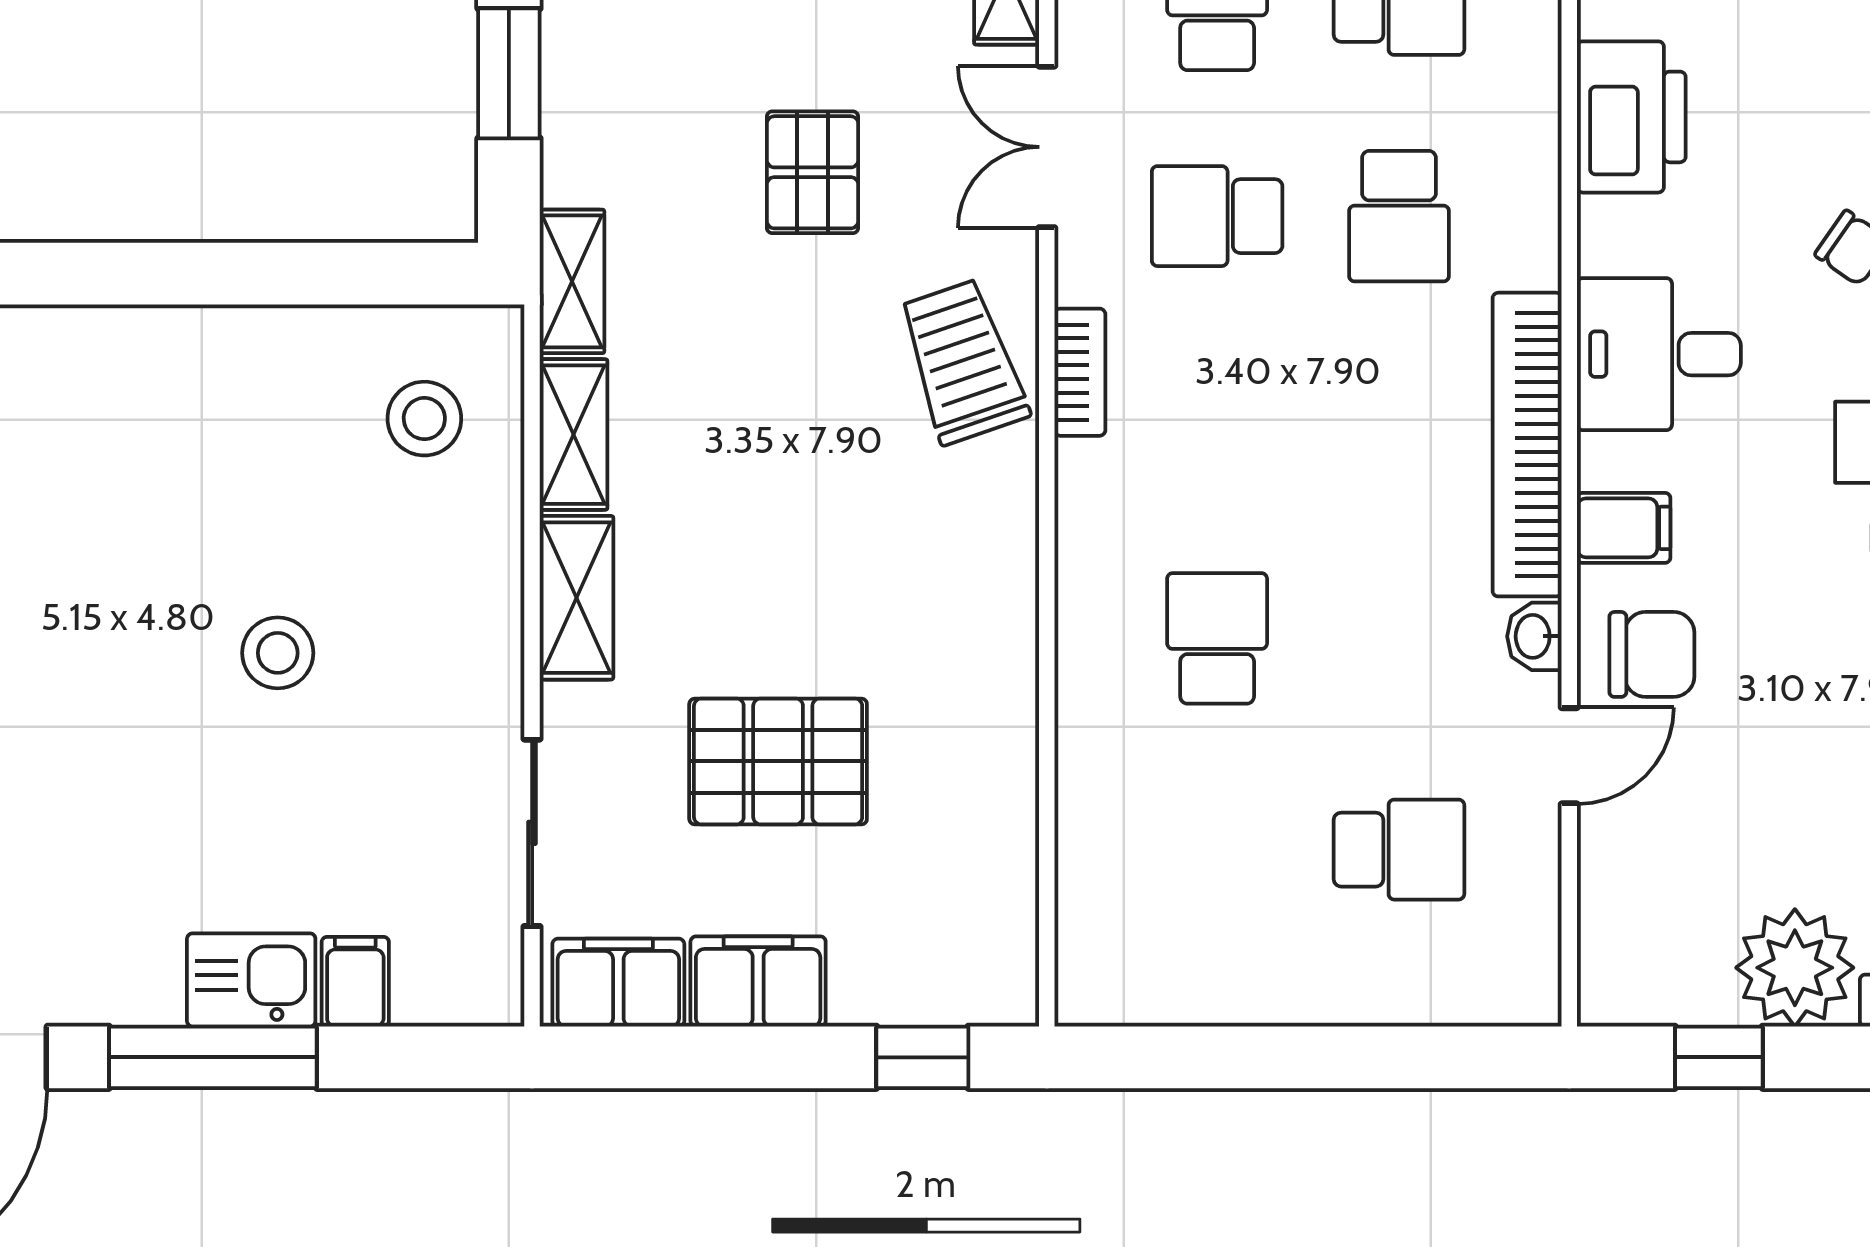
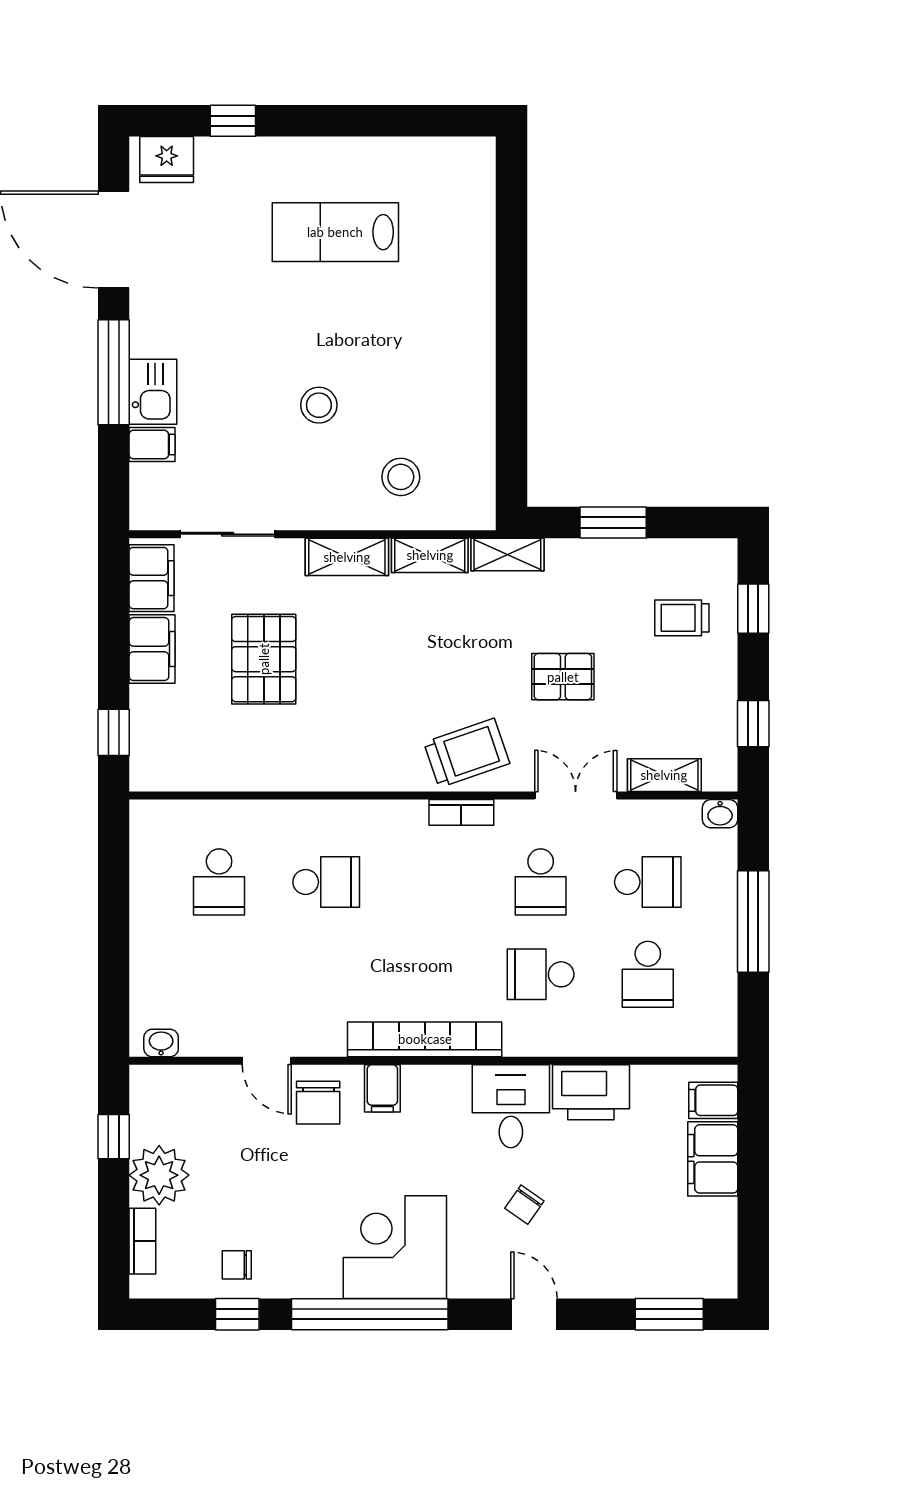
school desk: (1217, 216) -> (541, 882), turned 180
desk: (1659, 354) -> (511, 1106), moved
stool: (424, 419) -> (401, 477), moved
washbasin: (1534, 636) -> (161, 1043), moved
school desk: (1399, 850) -> (219, 882), moved

